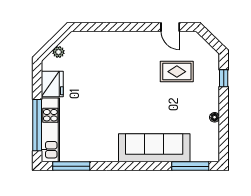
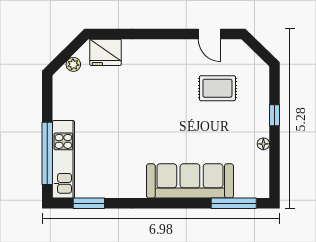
window: (224, 78) -> (275, 115), moved
fridge: (52, 84) -> (105, 52), moved, turned 90
window: (71, 166) -> (89, 203), width x0.69

